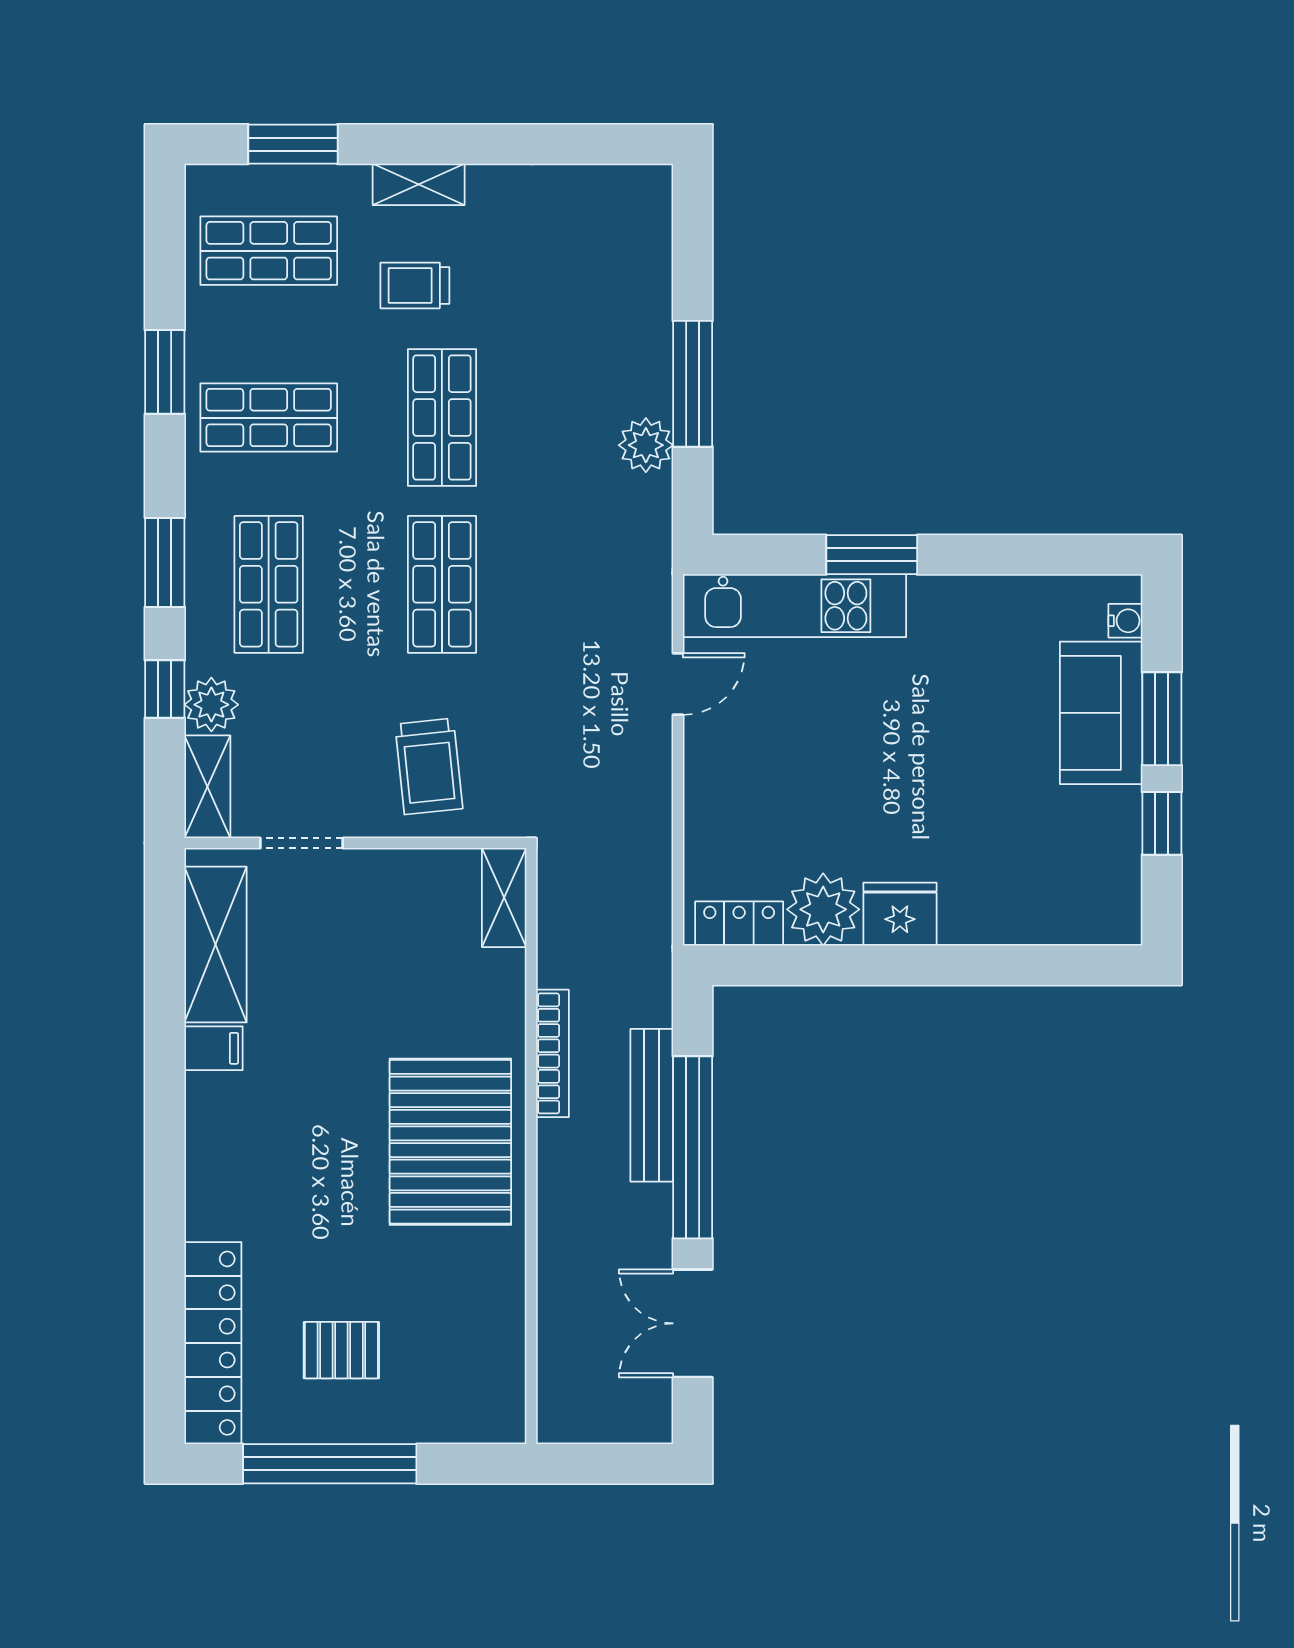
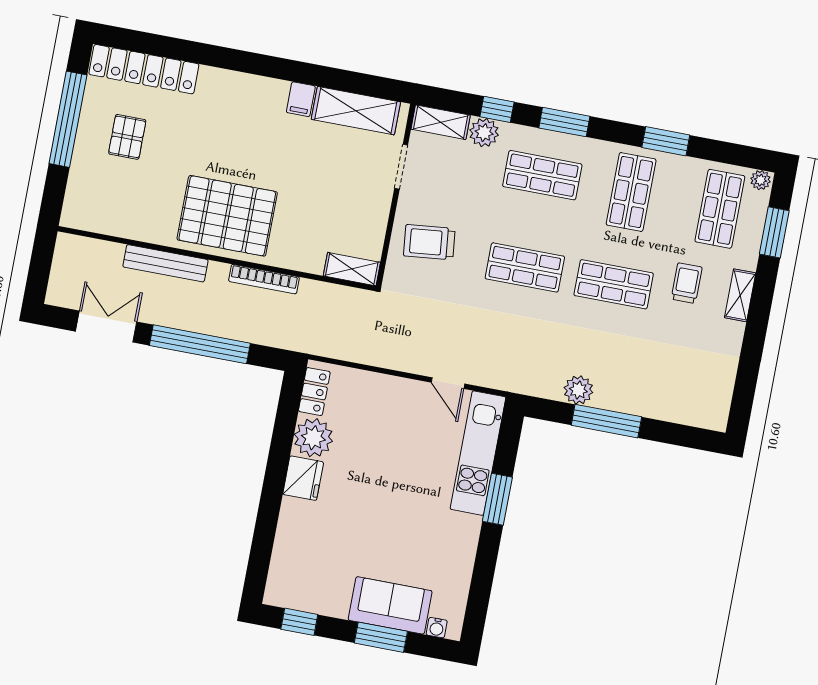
plant: (203, 187) -> (761, 180), added
window: (1162, 823) -> (299, 622), moved
bench: (652, 1105) -> (165, 263), moved

